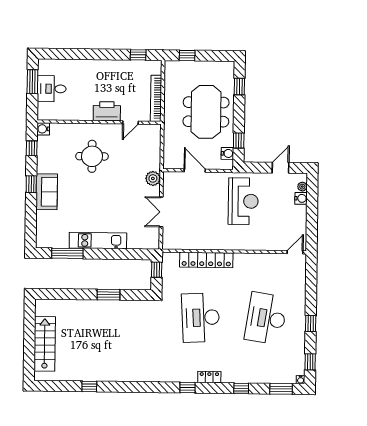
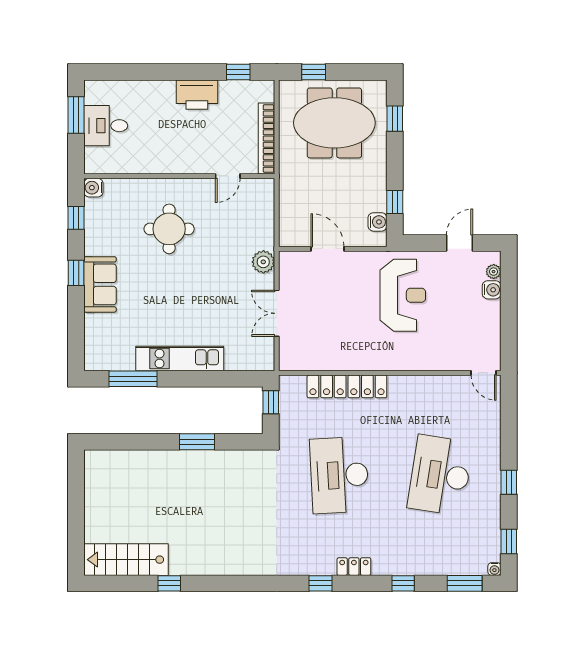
printer: (107, 111) -> (197, 95), moved, turned 180
meeting table: (206, 112) -> (334, 123), moved, turned 90
door: (295, 252) -> (484, 373), swing flipped
stairs: (45, 344) -> (126, 560), moved, turned -90

